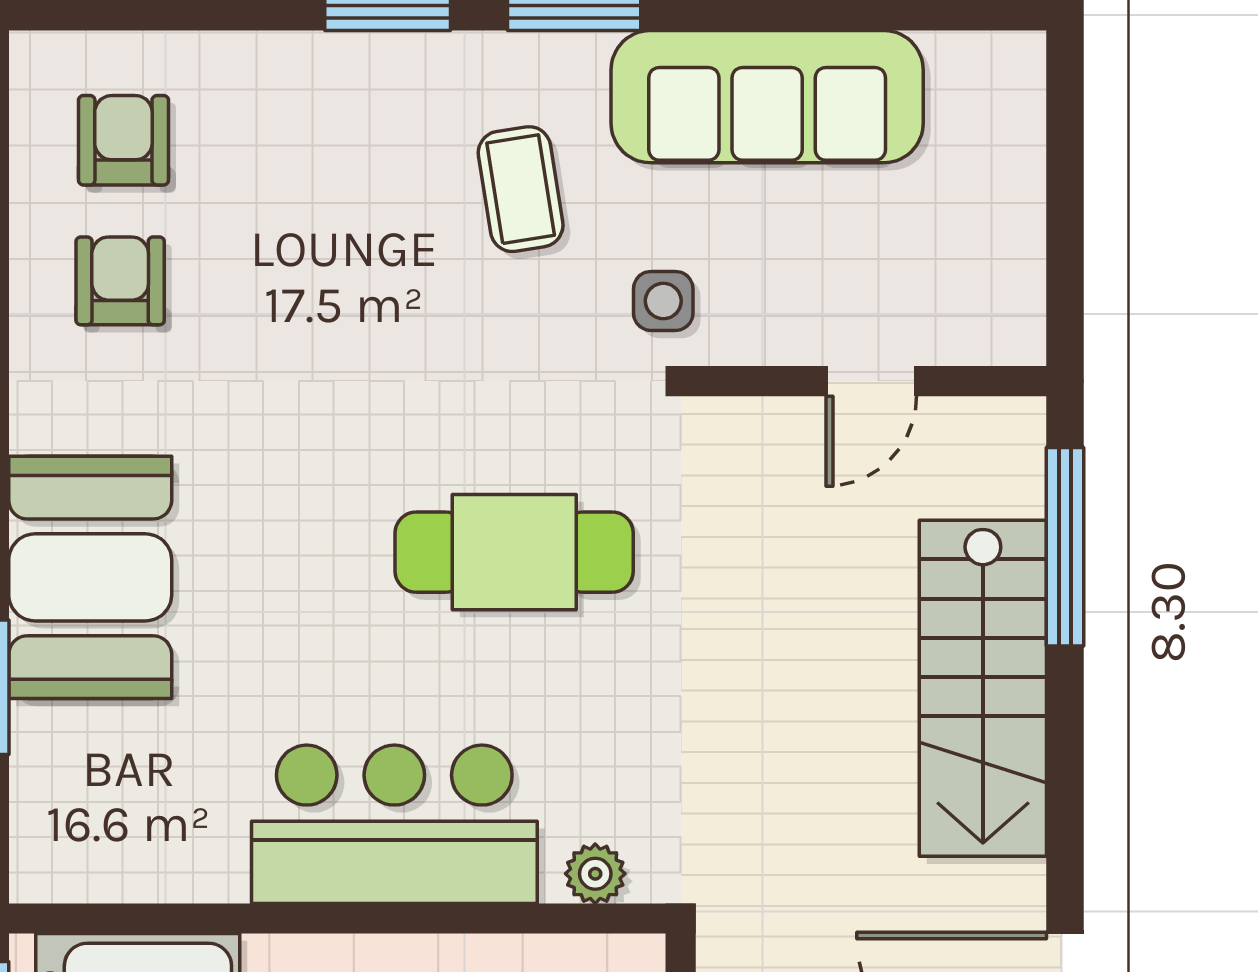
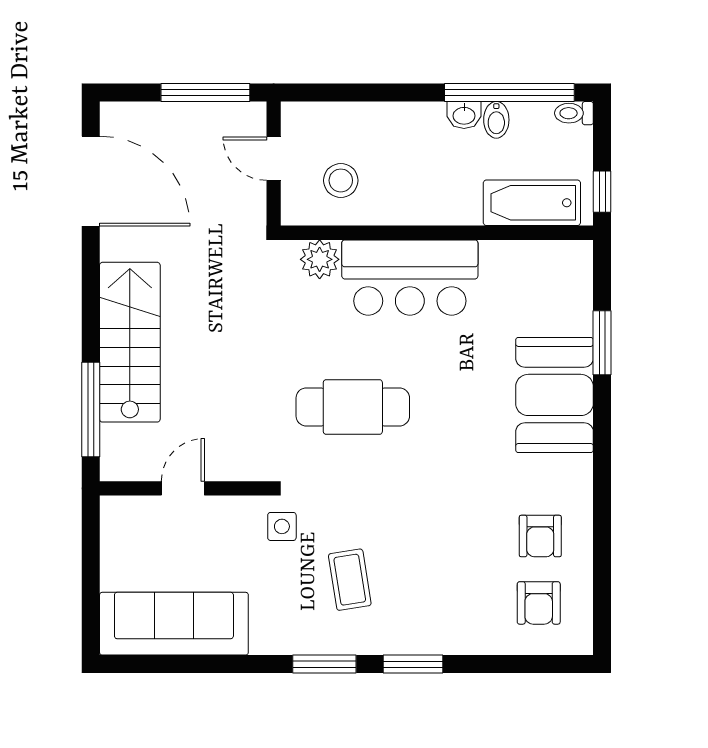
sofa: (767, 97) -> (174, 624), moved
plant: (595, 874) -> (320, 259), width x1.38, depth x1.38

